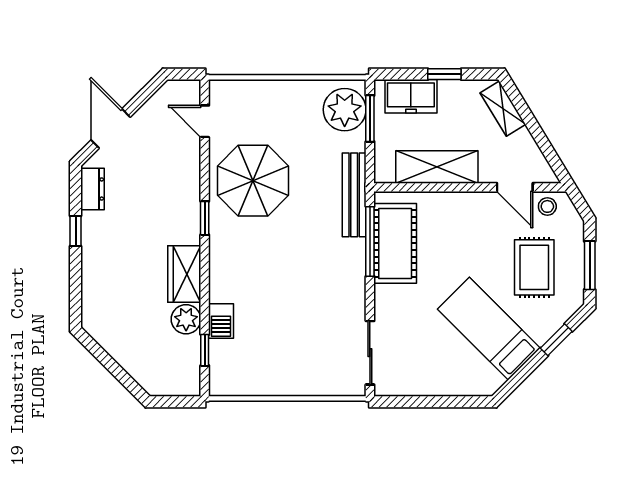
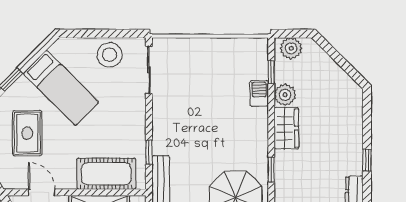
stool: (547, 206) -> (110, 55), moved, width x1.89, depth x1.89
window: (370, 241) -> (149, 152), width x0.46
cot: (395, 243) -> (106, 174), moved, turned 90
plant: (178, 382) -> (291, 48), added

